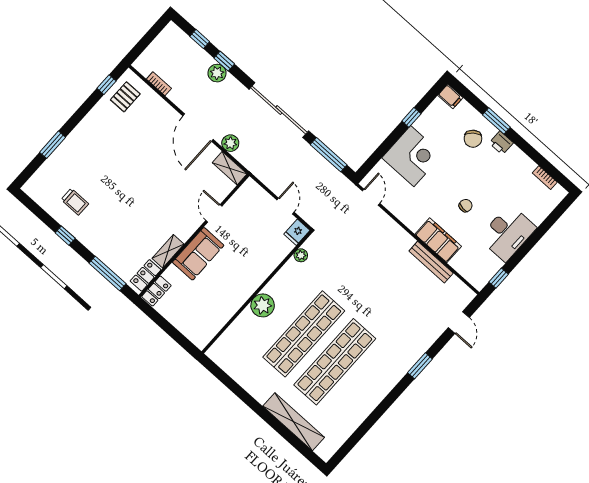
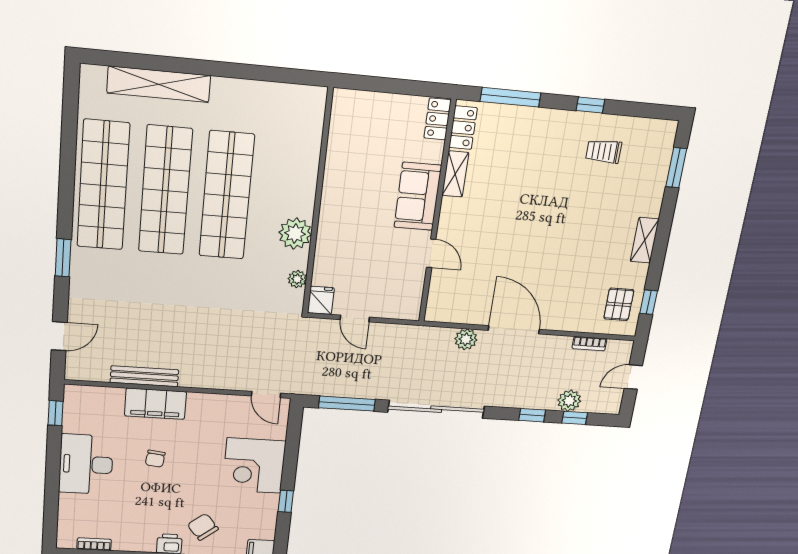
door: (147, 40) -> (633, 377), added
plant: (217, 73) -> (569, 401), moved
window: (53, 145) -> (676, 168), moved
shelving: (230, 168) -> (645, 240), moved, turned 90
plant: (263, 305) -> (295, 234), moved
door: (459, 322) -> (59, 336), swing flipped
shop shelf: (366, 390) -> (103, 185), added

